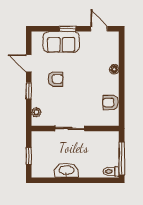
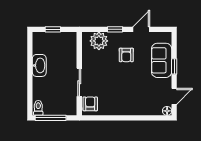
floor lamp: (114, 69) -> (167, 111), moved
armchair: (110, 103) -> (90, 104), moved
plant: (36, 112) -> (99, 41), width x1.88, depth x1.88
sliding door: (70, 128) -> (79, 82), moved

